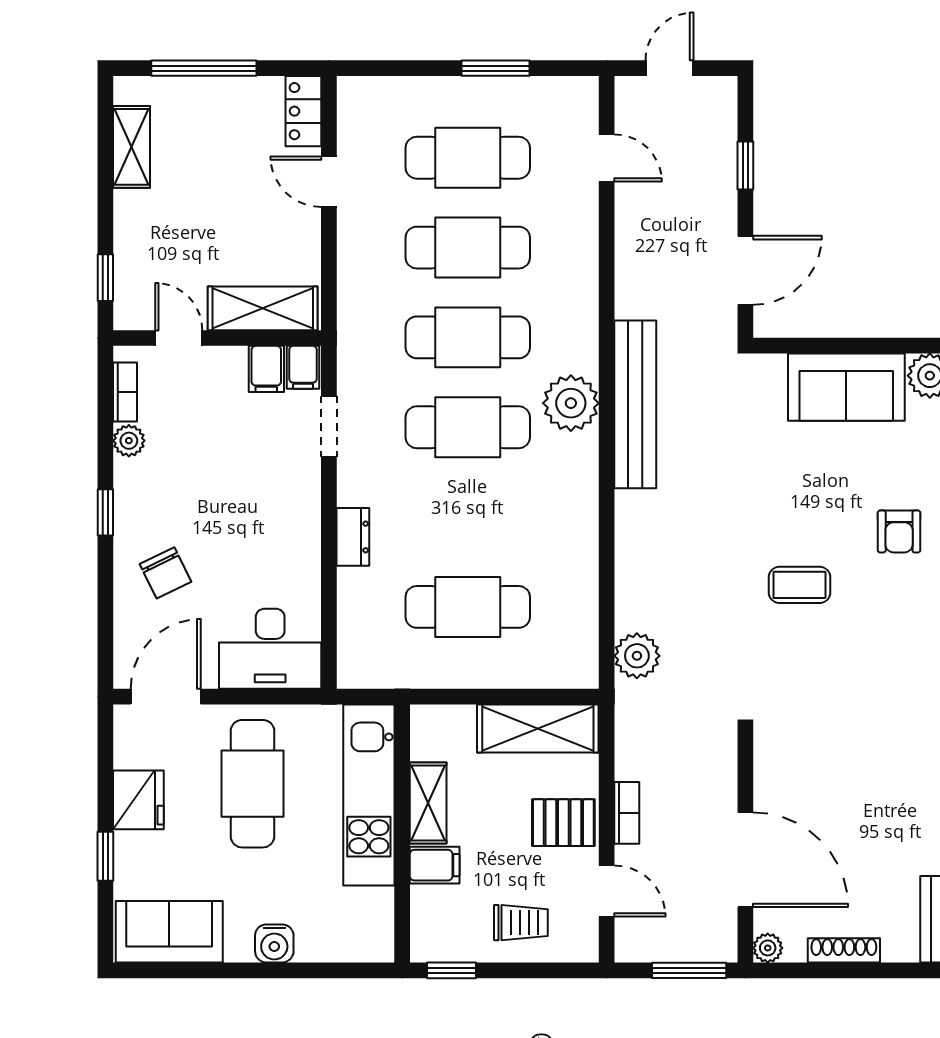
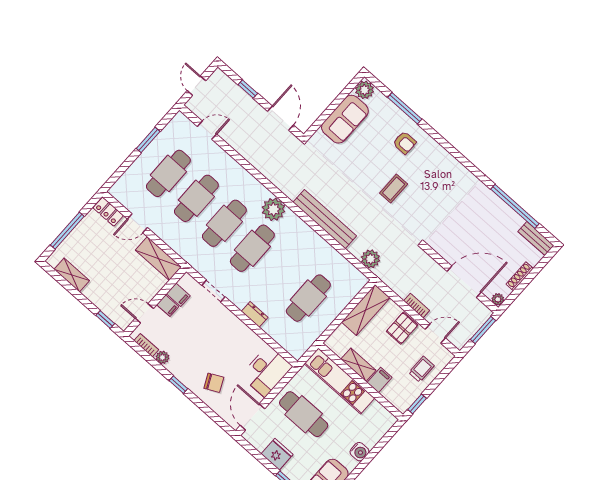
shelving: (263, 308) -> (158, 259), moved, turned 90
filing cabinet: (303, 367) -> (168, 306), moved
bench: (635, 404) -> (325, 219), moved

